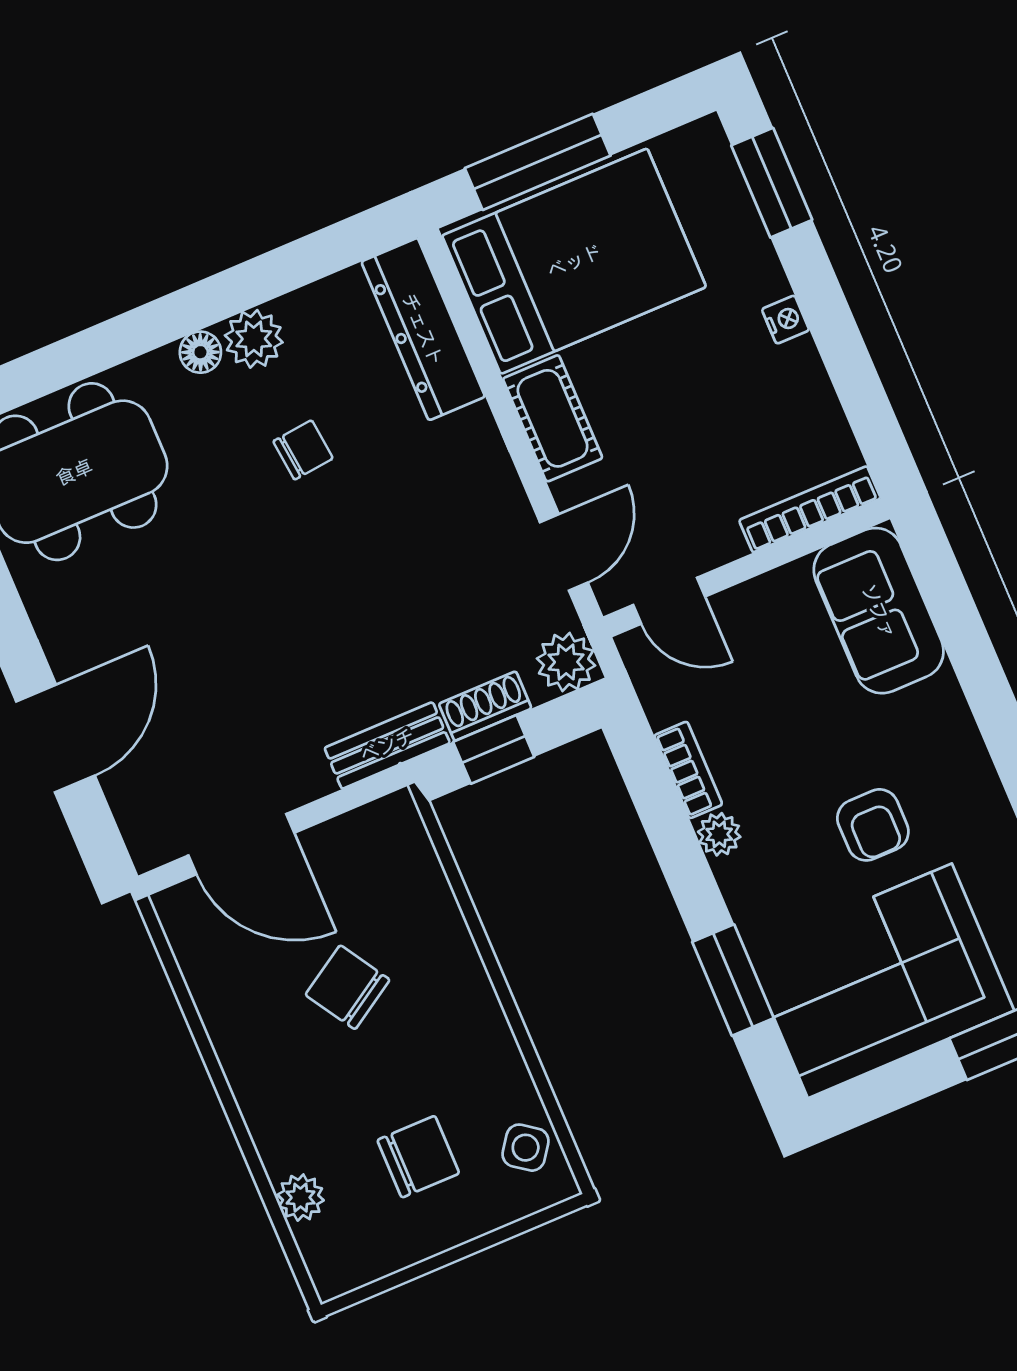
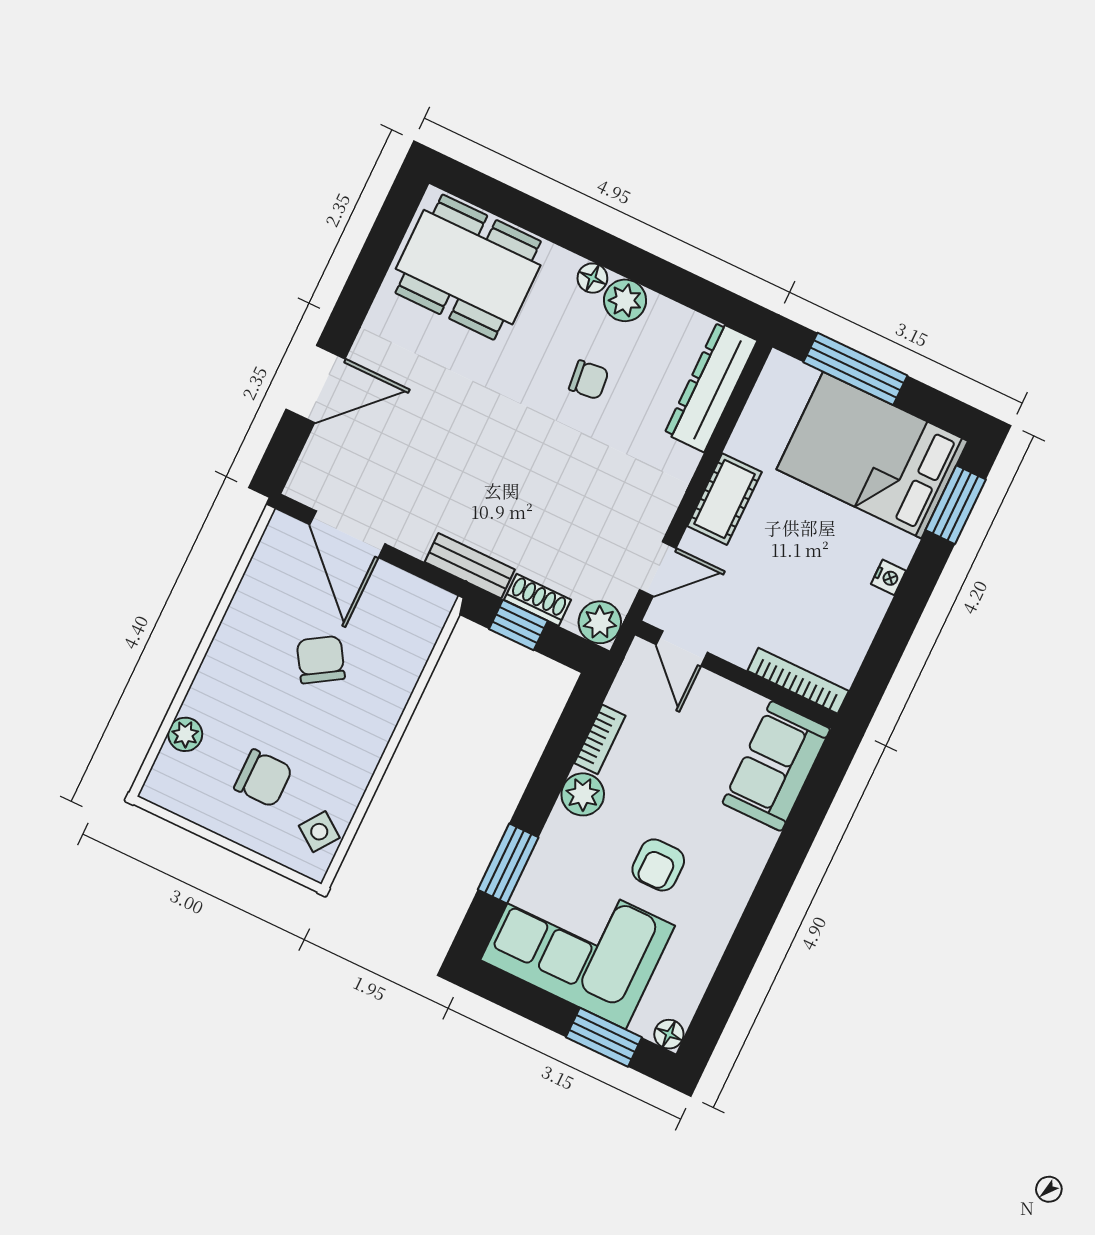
bed: (574, 261) -> (872, 455), moved, turned 180
plant: (719, 834) -> (583, 794), width x1.38, depth x1.38

